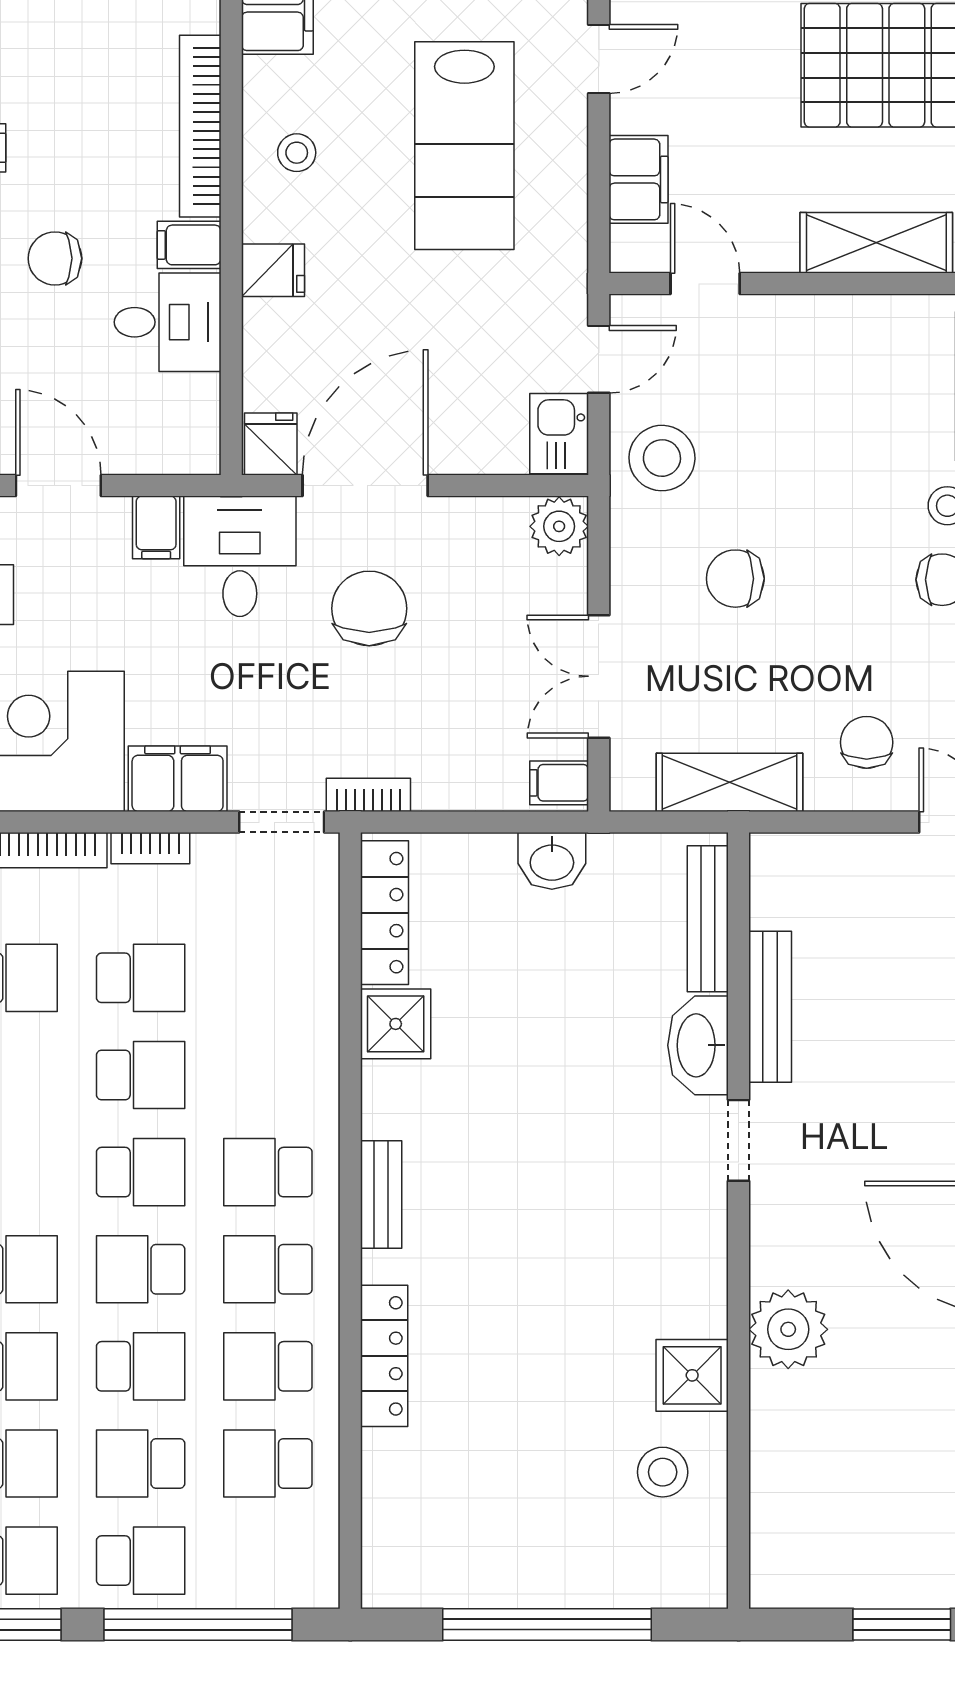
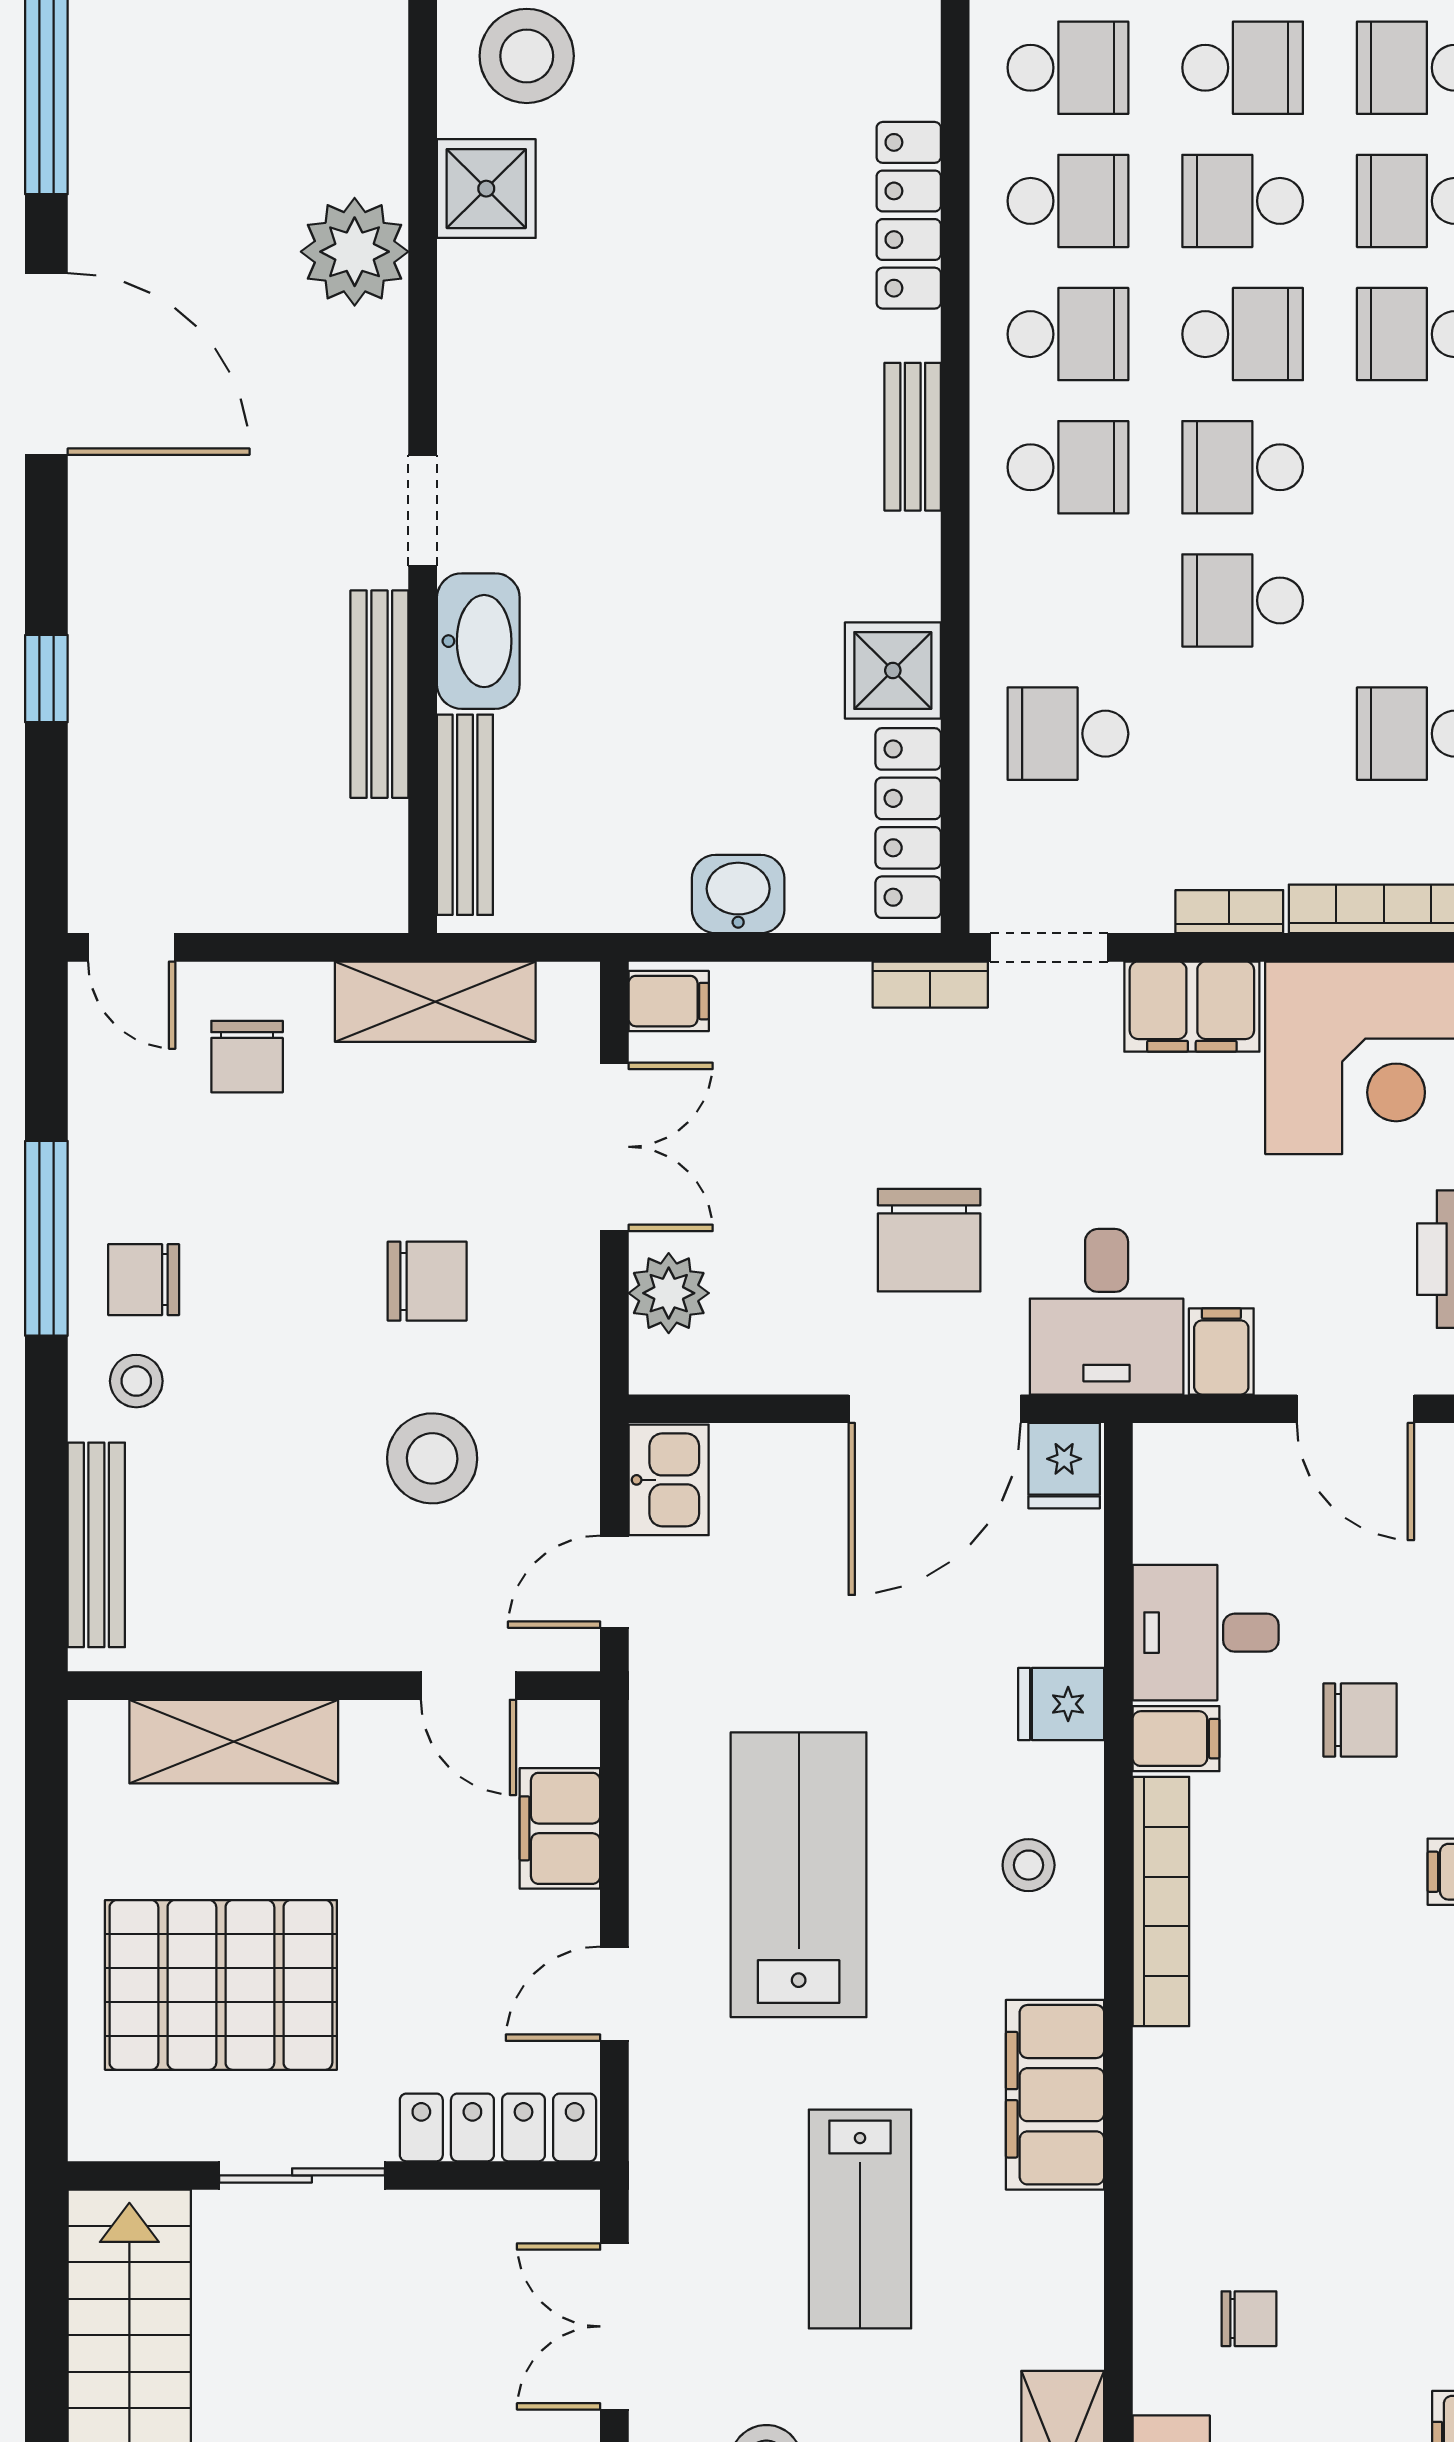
stool: (662, 458) -> (432, 1458), moved
plant: (559, 526) -> (669, 1293), moved
washbasin: (552, 861) -> (738, 894), moved
school desk: (141, 978) -> (1068, 734), moved
stool: (663, 1472) -> (527, 56), width x1.38, depth x1.38

